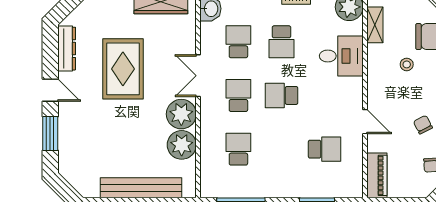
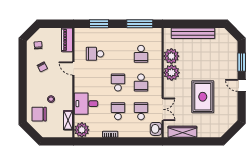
school desk: (238, 42) -> (141, 111), turned 180
dresser: (67, 49) -> (233, 108), removed
double door: (198, 76) -> (163, 109), moved
school desk: (281, 95) -> (118, 83), turned -90

